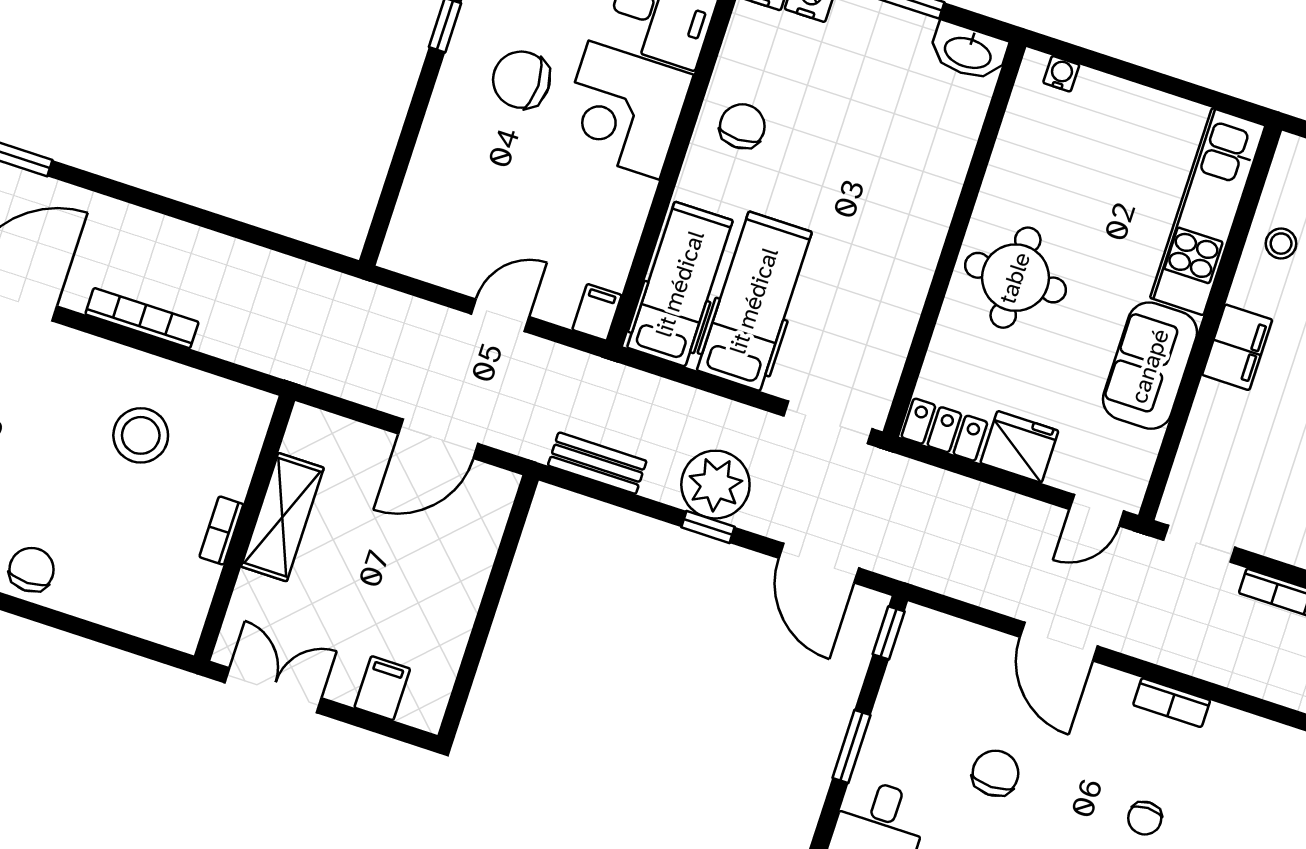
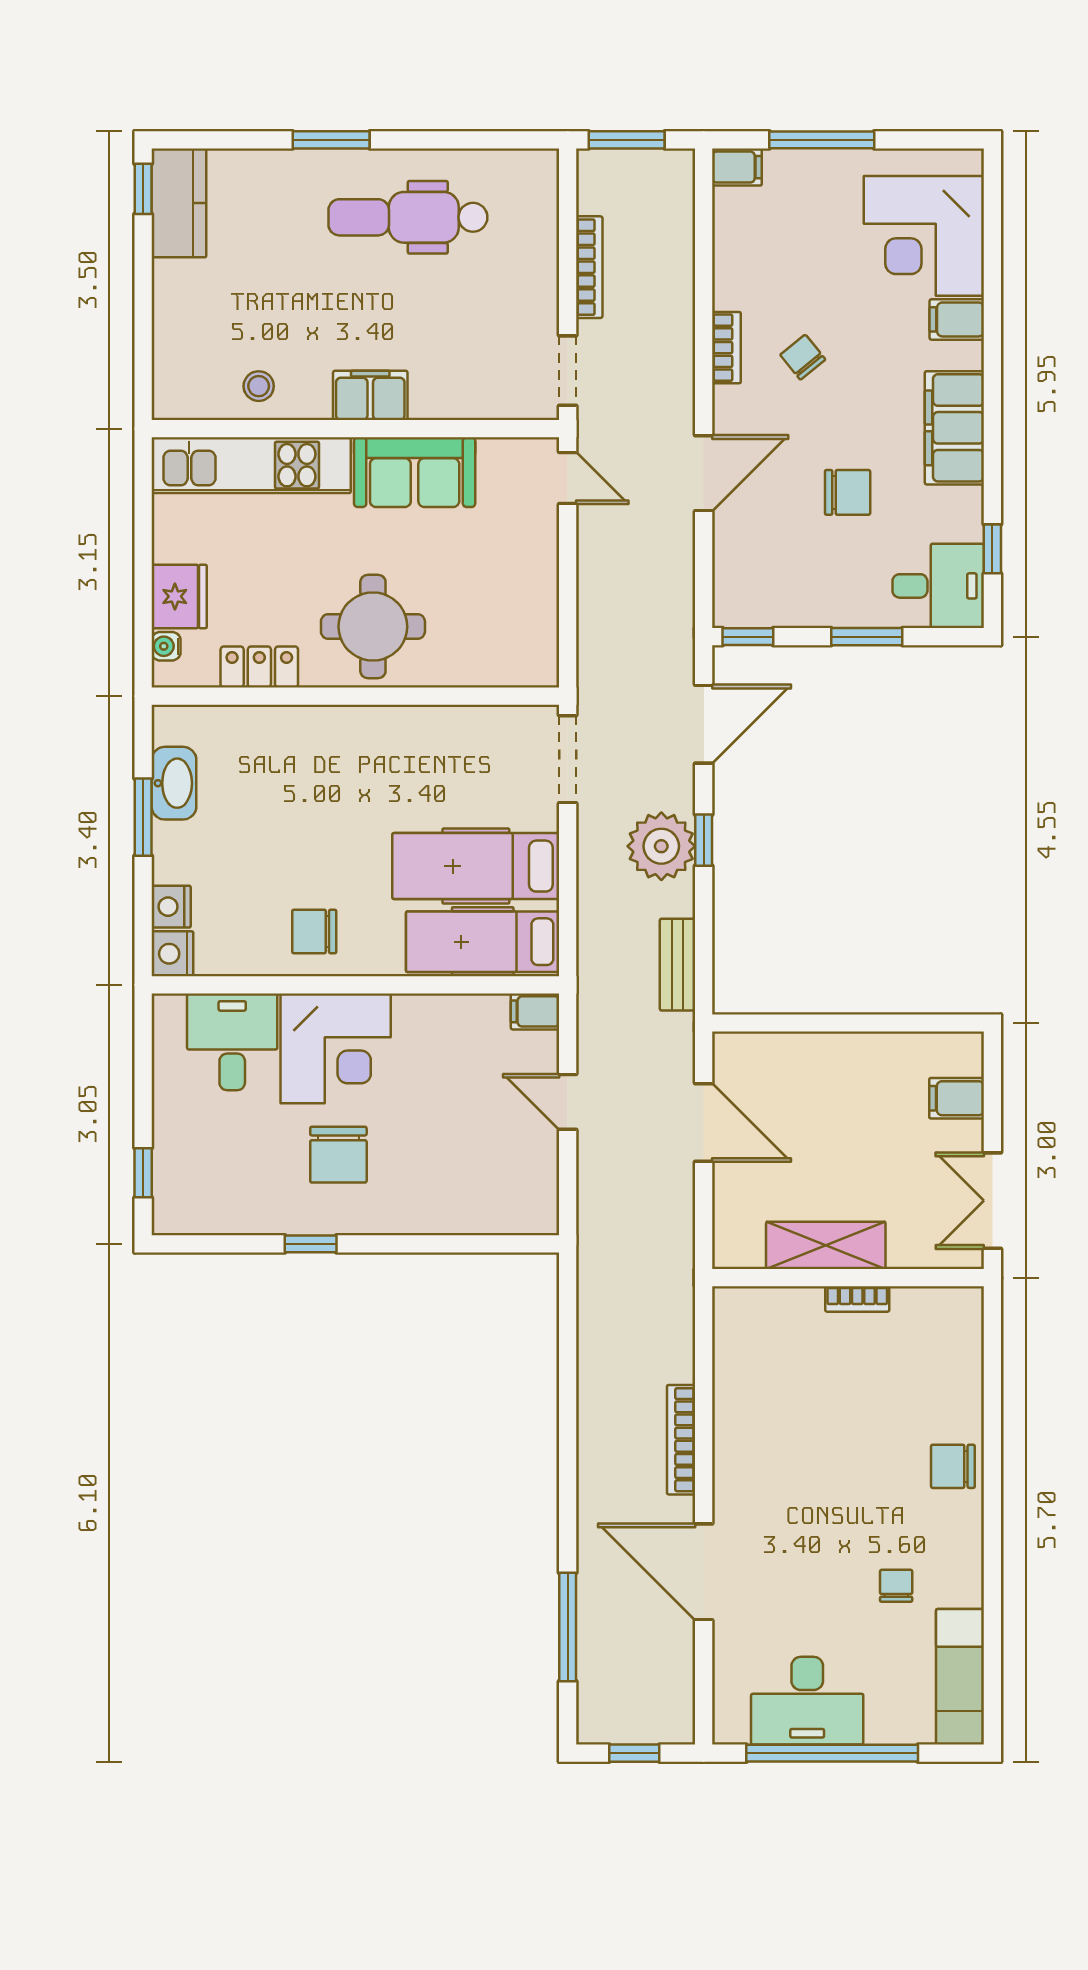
washbasin: (968, 52) -> (174, 783), moved
locker: (944, 430) -> (259, 667), moved, turned 90
stool: (141, 435) -> (792, 1405), removed
fridge: (1019, 447) -> (179, 596), moved, turned 180
chair: (995, 773) -> (848, 492), turned 180
chair: (1145, 818) -> (803, 357), moved, turned -129

